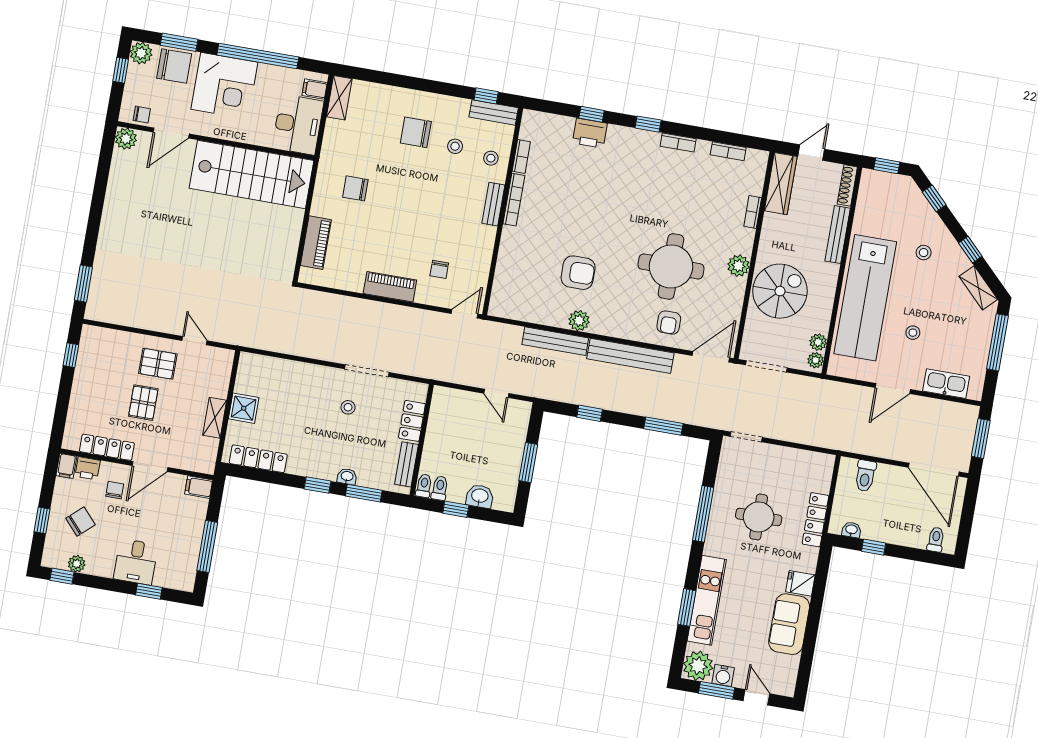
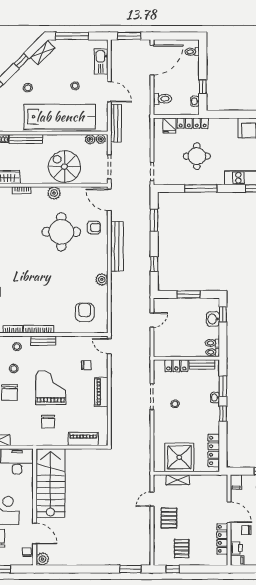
grand piano: (412, 203) -> (51, 388), added
armchair: (578, 273) -> (85, 312), moved
bench: (555, 341) -> (116, 123), moved
pallet: (143, 403) -> (182, 549), moved, turned 90
shower: (244, 408) -> (179, 457), width x1.86, depth x1.86
shelving: (215, 418) -> (178, 480), moved
window: (456, 509) -> (223, 314), moved
fridge: (800, 583) -> (169, 125), moved

